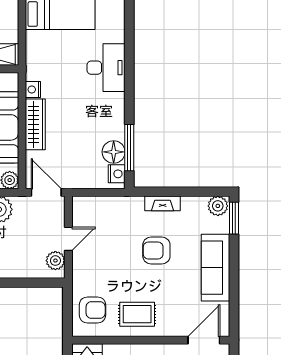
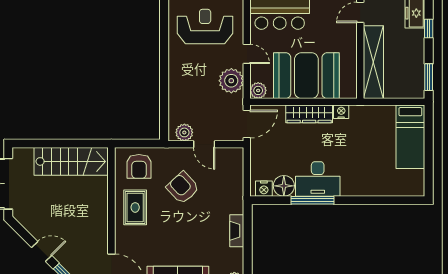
desk: (106, 68) -> (318, 179), moved
window: (129, 148) -> (312, 200), moved
armchair: (156, 250) -> (183, 188), moved, turned -43

